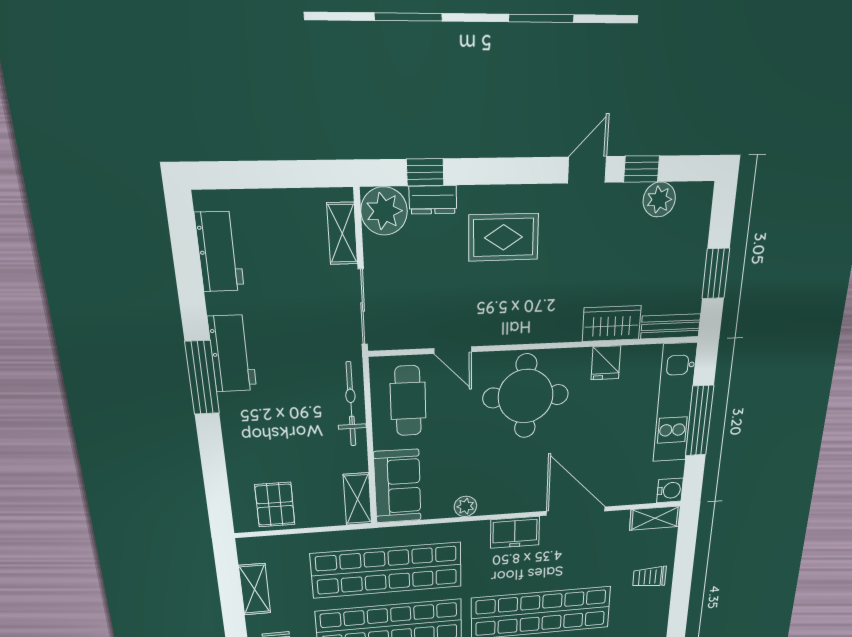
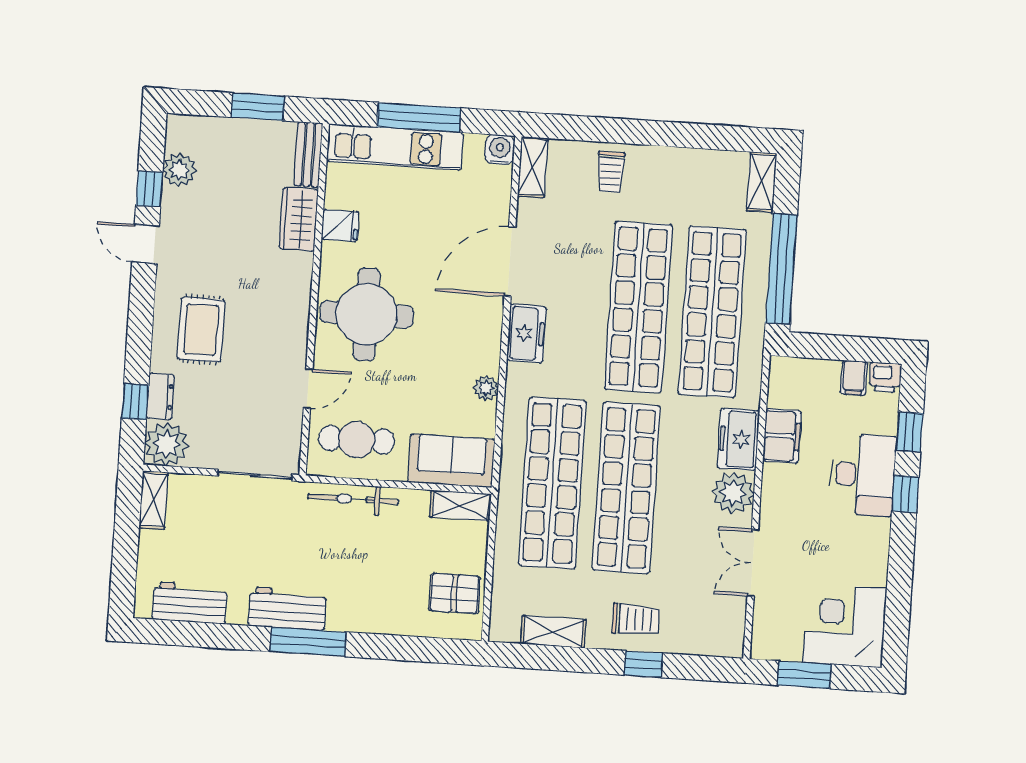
shelving: (342, 233) -> (154, 500), moved, turned 90

